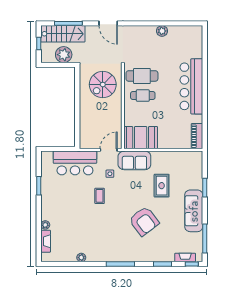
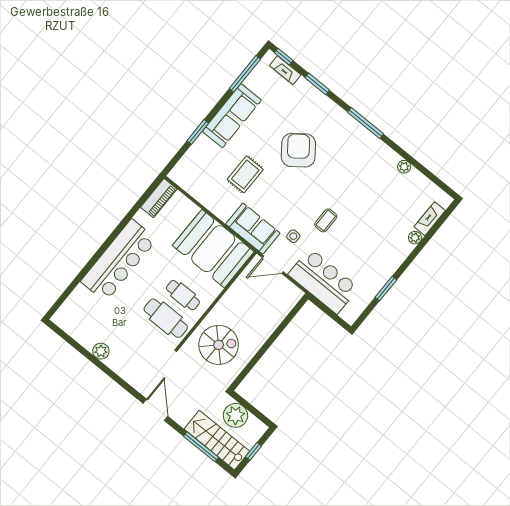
booth: (141, 138) -> (213, 249), width x1.36, depth x1.42

